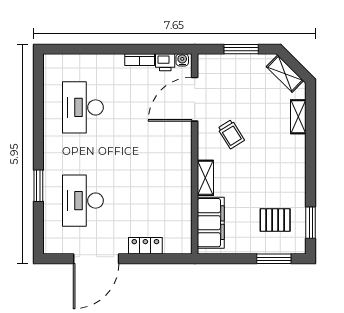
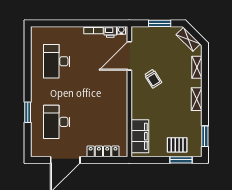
shelving: (205, 178) -> (197, 99), moved
pallet: (275, 220) -> (177, 145), moved
locker: (145, 246) -> (103, 151), width x1.53

